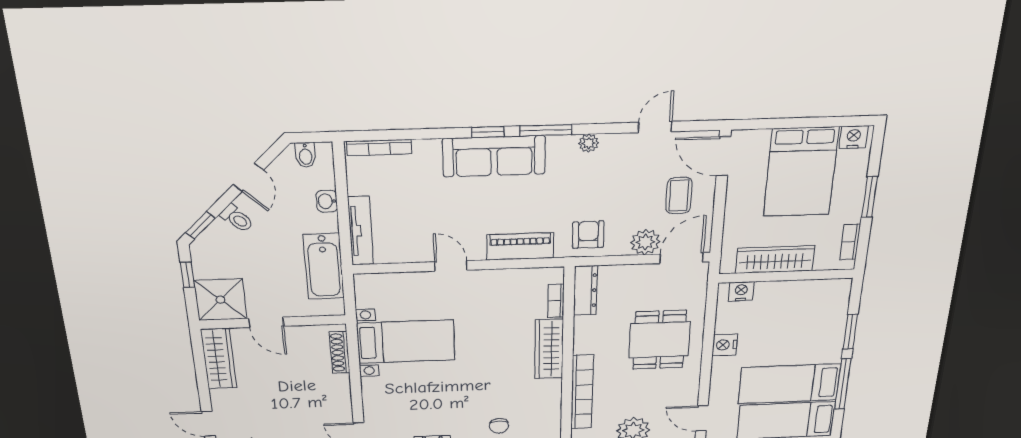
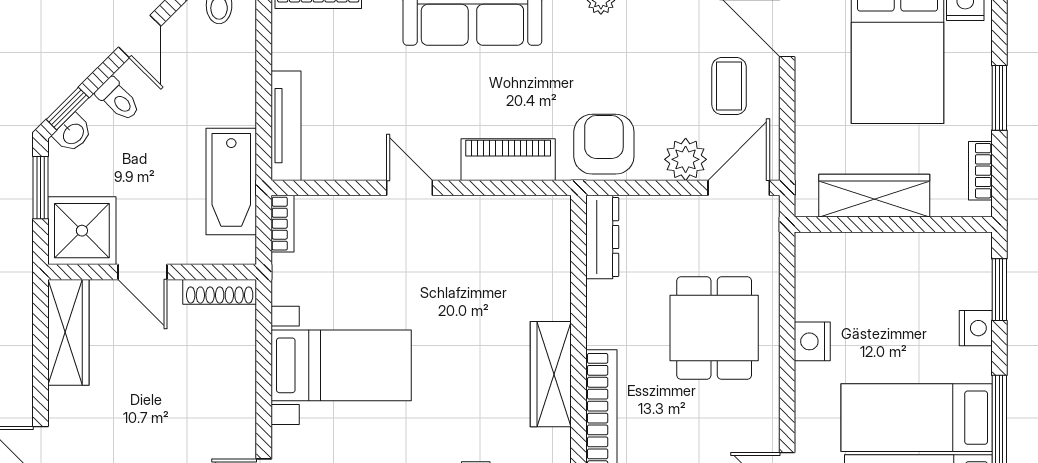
washbasin: (327, 201) -> (73, 133), moved, turned -135
armchair: (588, 235) -> (604, 144), width x1.38, depth x1.38
window: (187, 275) -> (41, 188), width x1.50
nightstand: (741, 291) -> (976, 328), moved, turned 90
bookcase: (556, 301) -> (282, 224), moved, turned 180
window: (850, 332) -> (999, 290), moved
bed with nightstands: (406, 342) -> (341, 365), moved
wardrobe: (549, 349) -> (551, 374), moved
shoe rack: (340, 352) -> (220, 292), moved, turned -90

